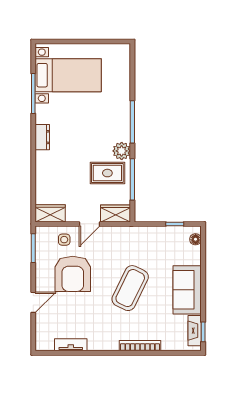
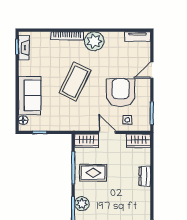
dresser: (42, 137) -> (145, 176), moved
plant: (122, 151) -> (82, 204), moved
door: (90, 224) -> (107, 132), hinge flipped
sofa: (187, 290) -> (30, 95), moved
plant: (106, 339) -> (94, 41), added
tv unit: (71, 345) -> (138, 36), moved

